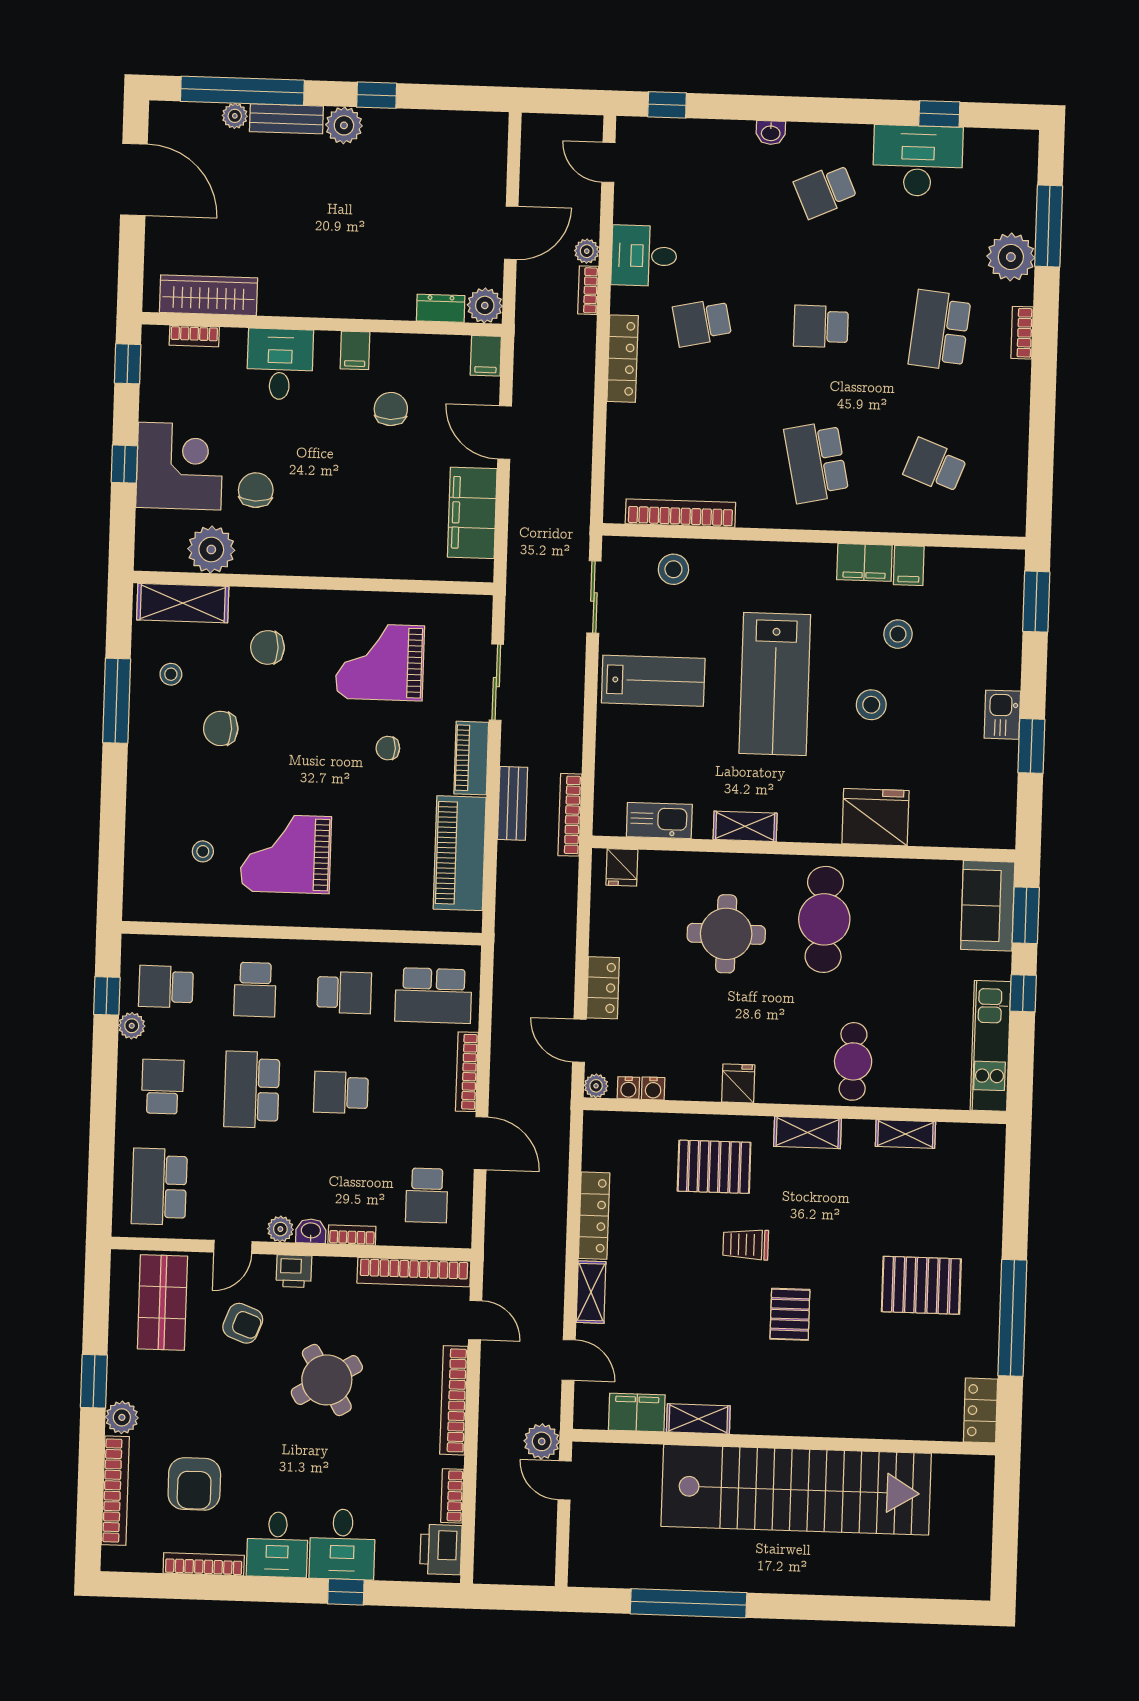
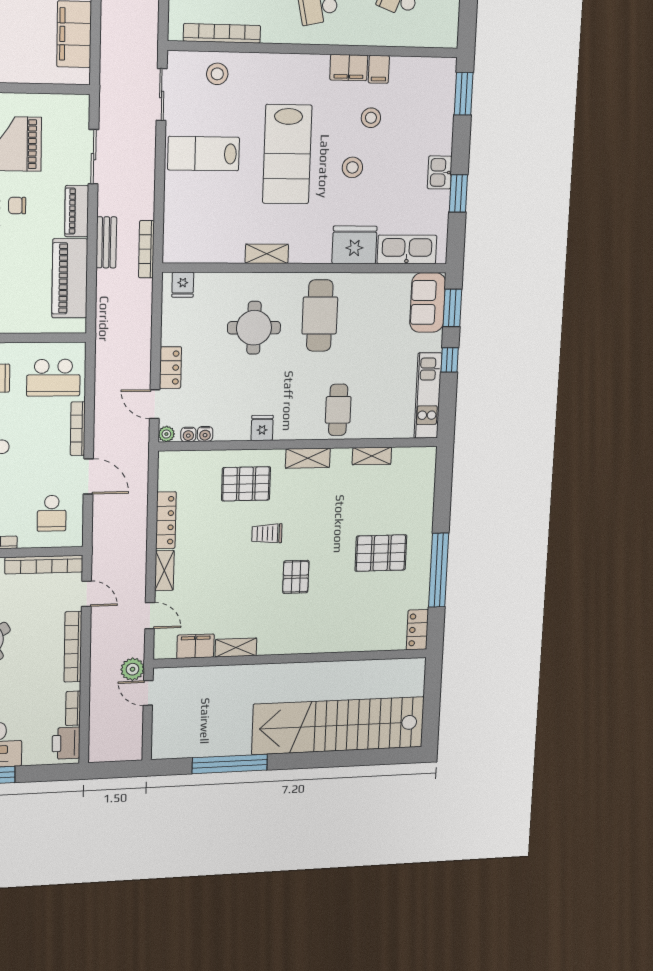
lab bench: (653, 681) -> (203, 154), turned 180
kitchen sink: (659, 821) -> (407, 249), moved, width x1.36, depth x1.24
stairs: (796, 1490) -> (338, 726), moved, turned 180

